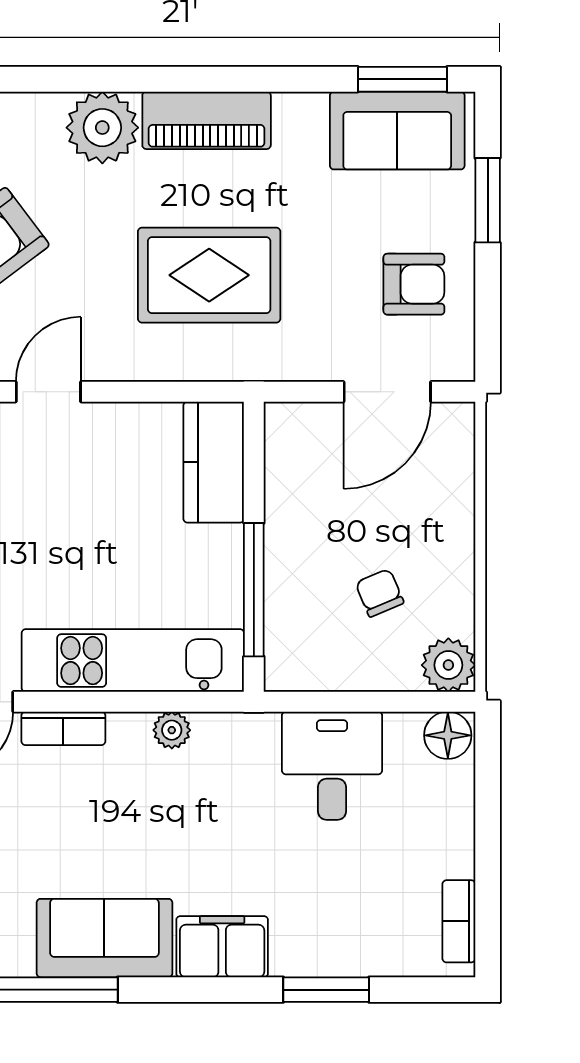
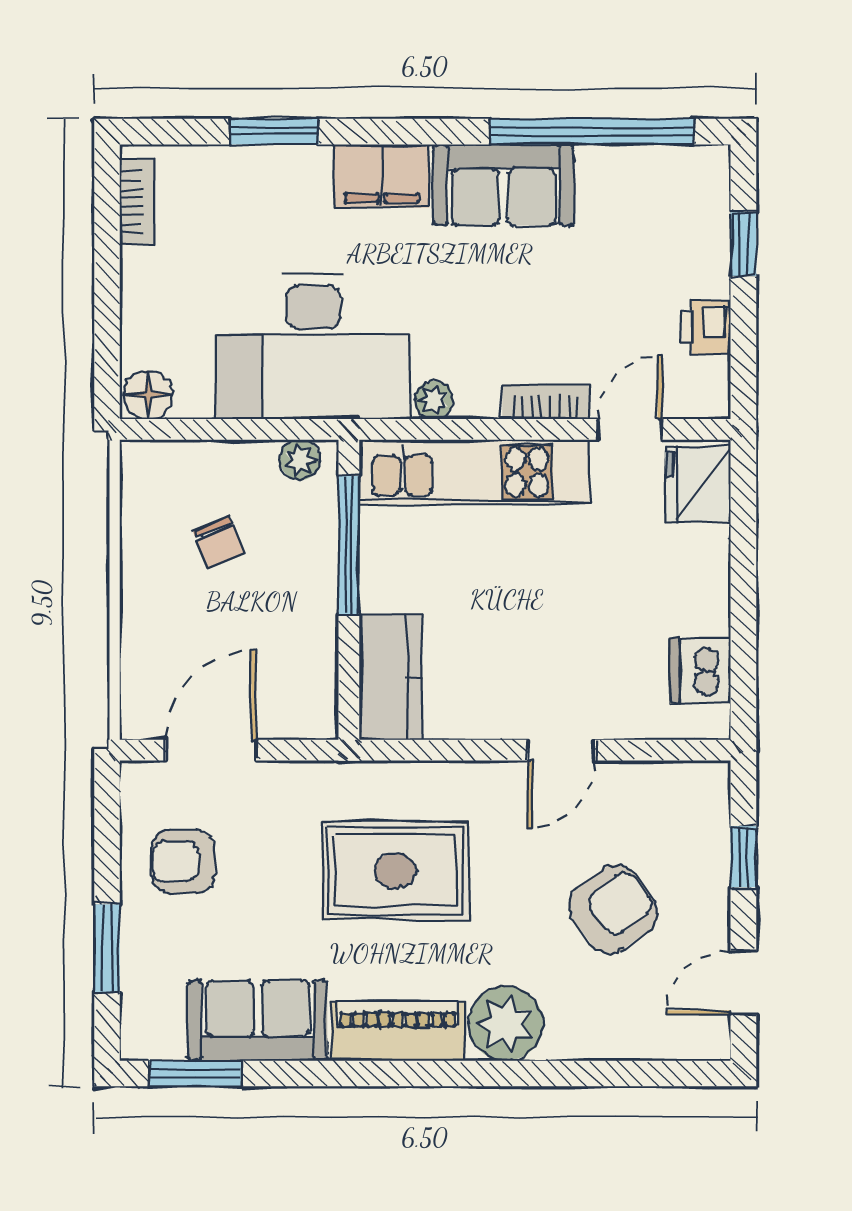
sofa: (397, 131) -> (258, 1020), moved
plant: (448, 665) -> (300, 460), moved, width x0.73, depth x0.73
desk: (332, 766) -> (313, 346), width x1.87, depth x1.30

